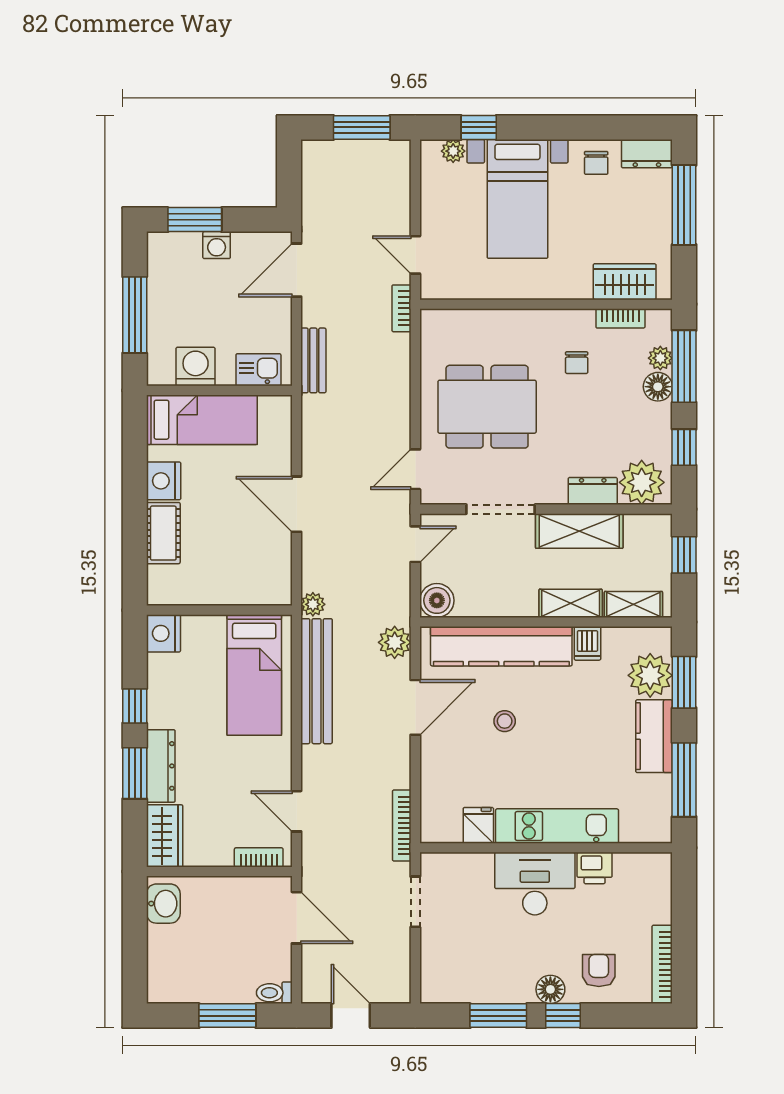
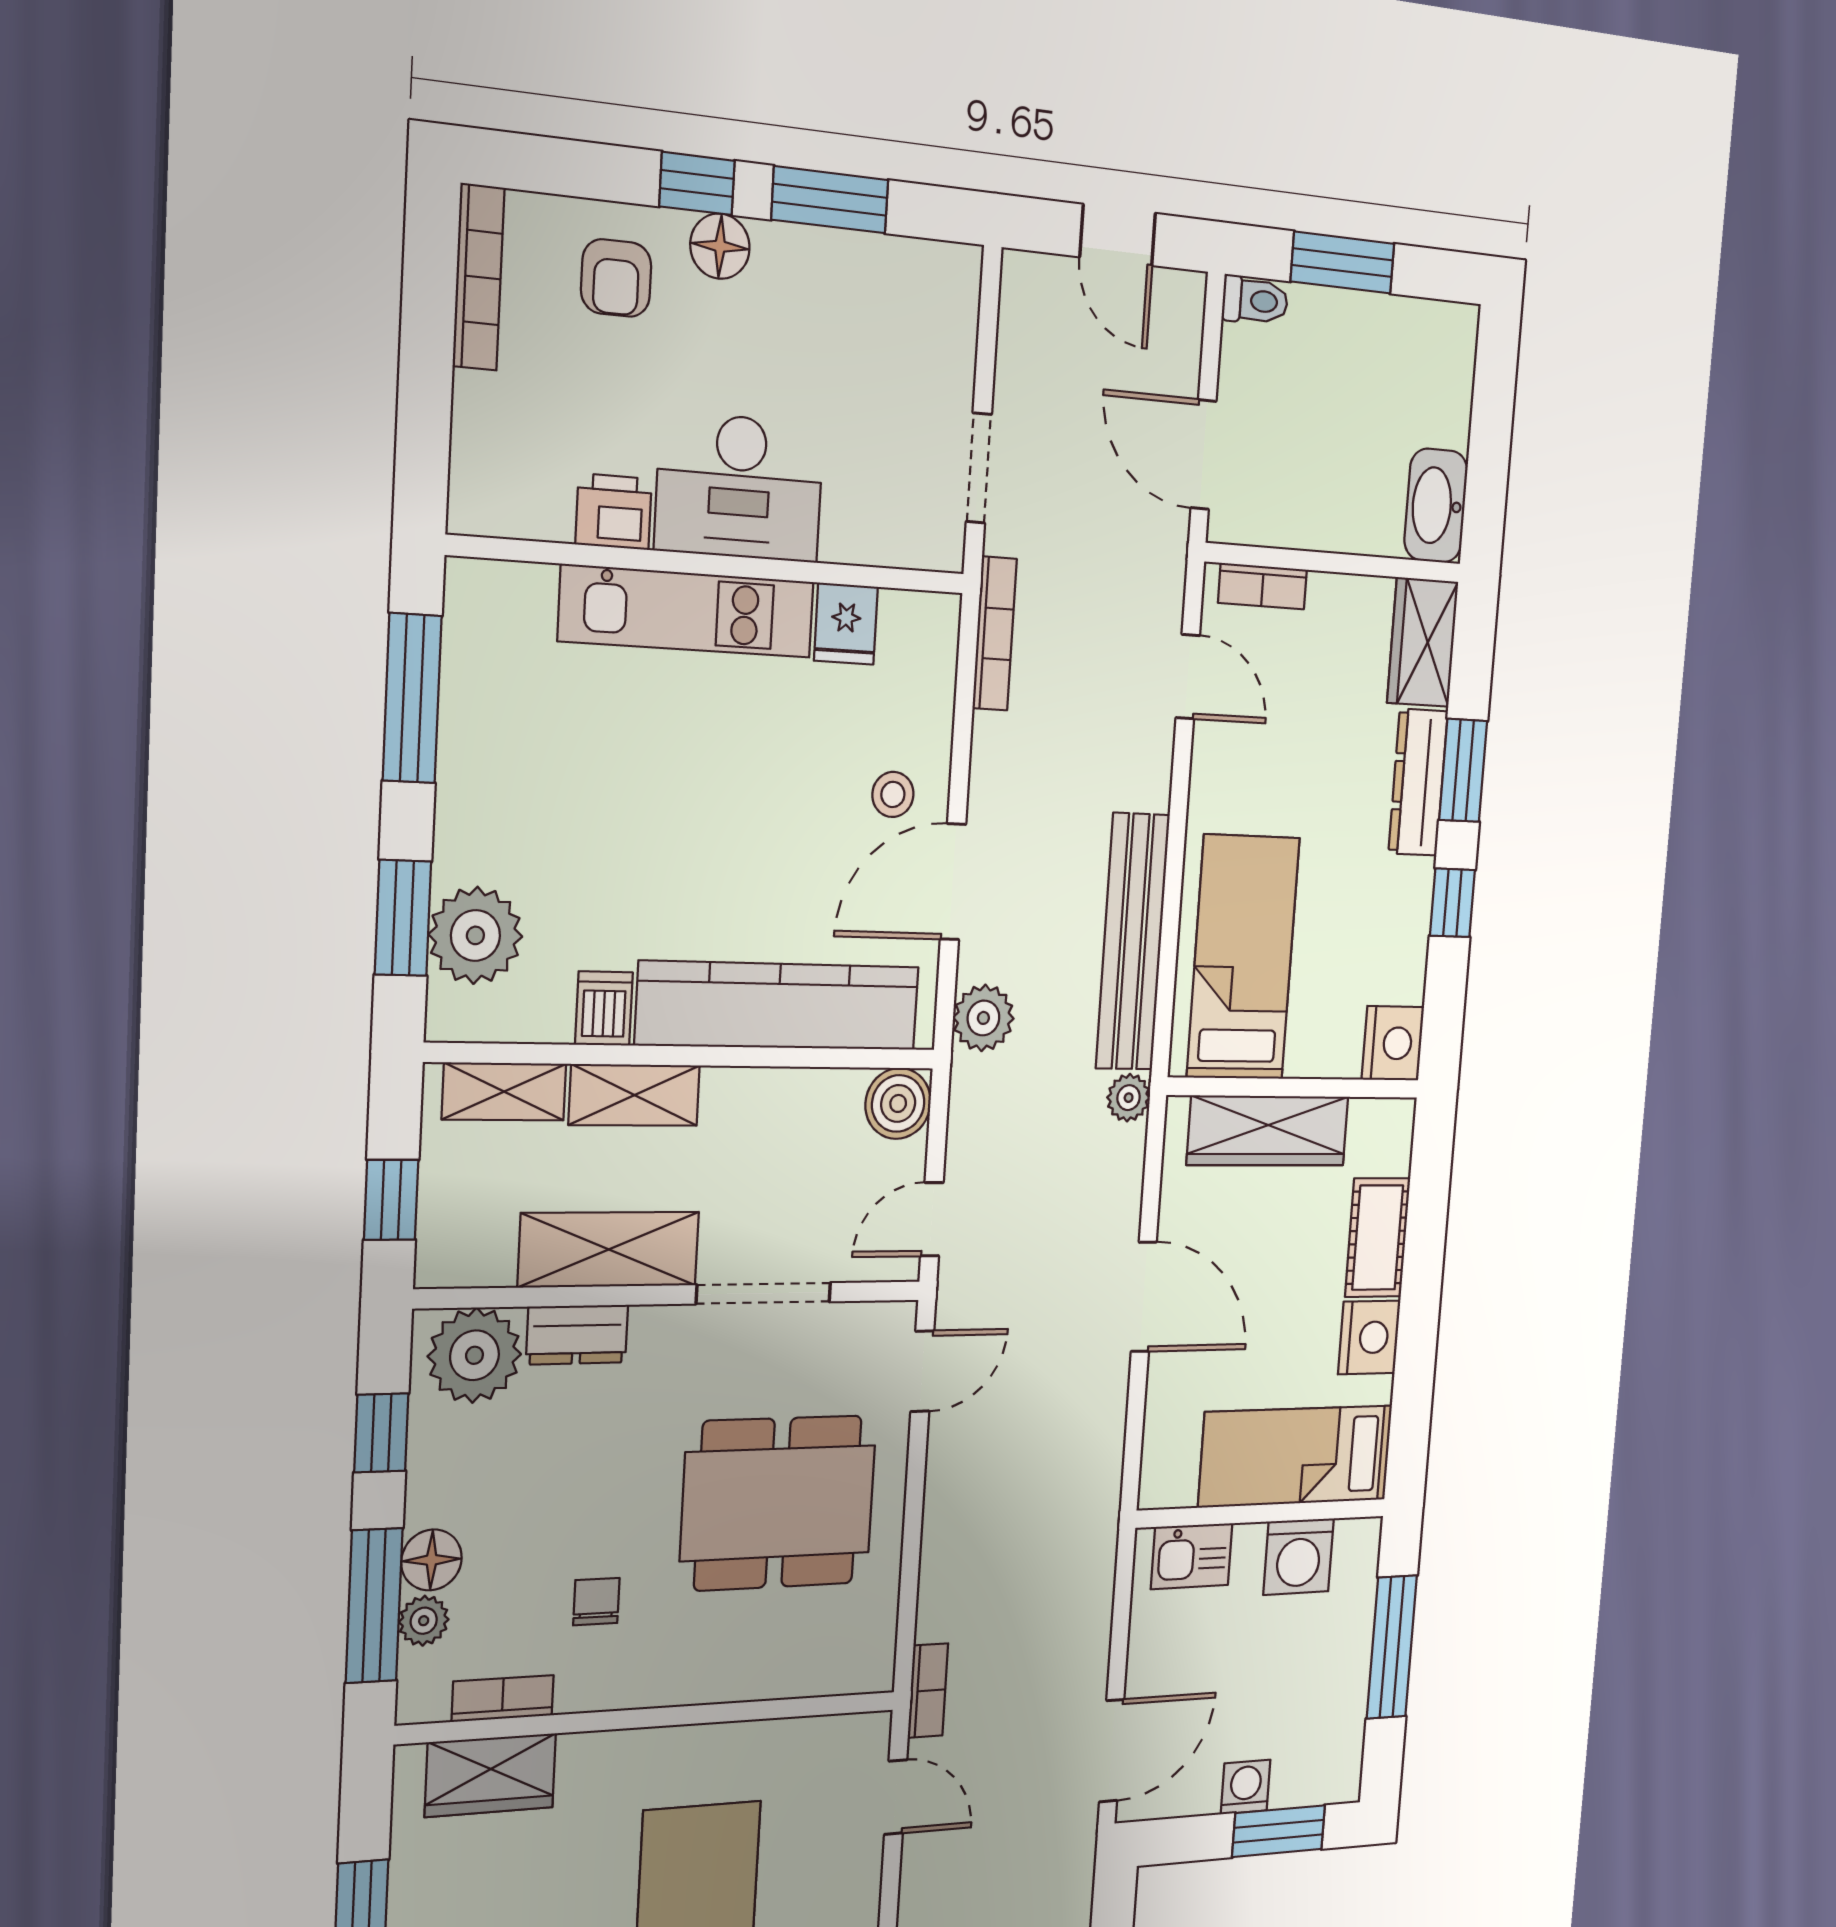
bench: (313, 360) -> (1094, 1579), removed
wardrobe: (233, 588) -> (1268, 1131), added
stool: (505, 721) -> (893, 794), moved
kitchen counter: (654, 736) -> (473, 800), removed
washbasin: (163, 904) -> (1436, 506), width x1.38

